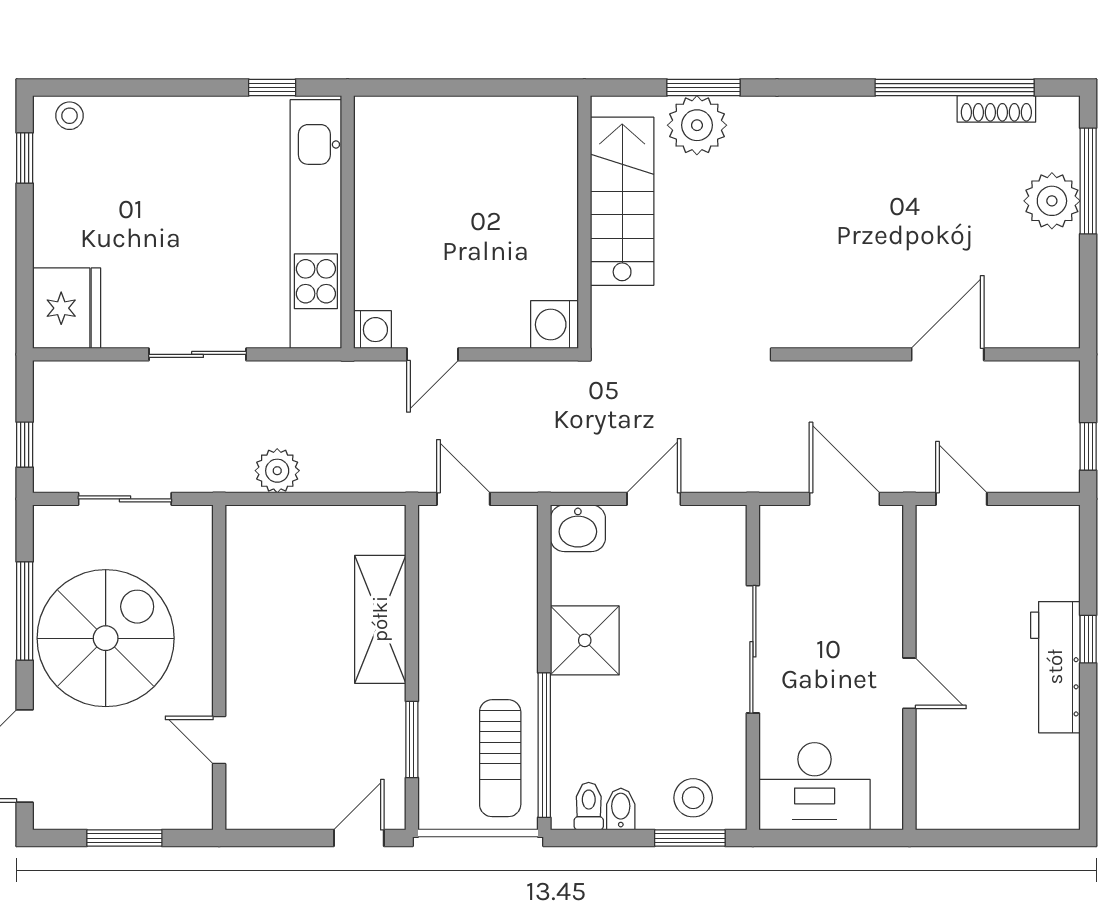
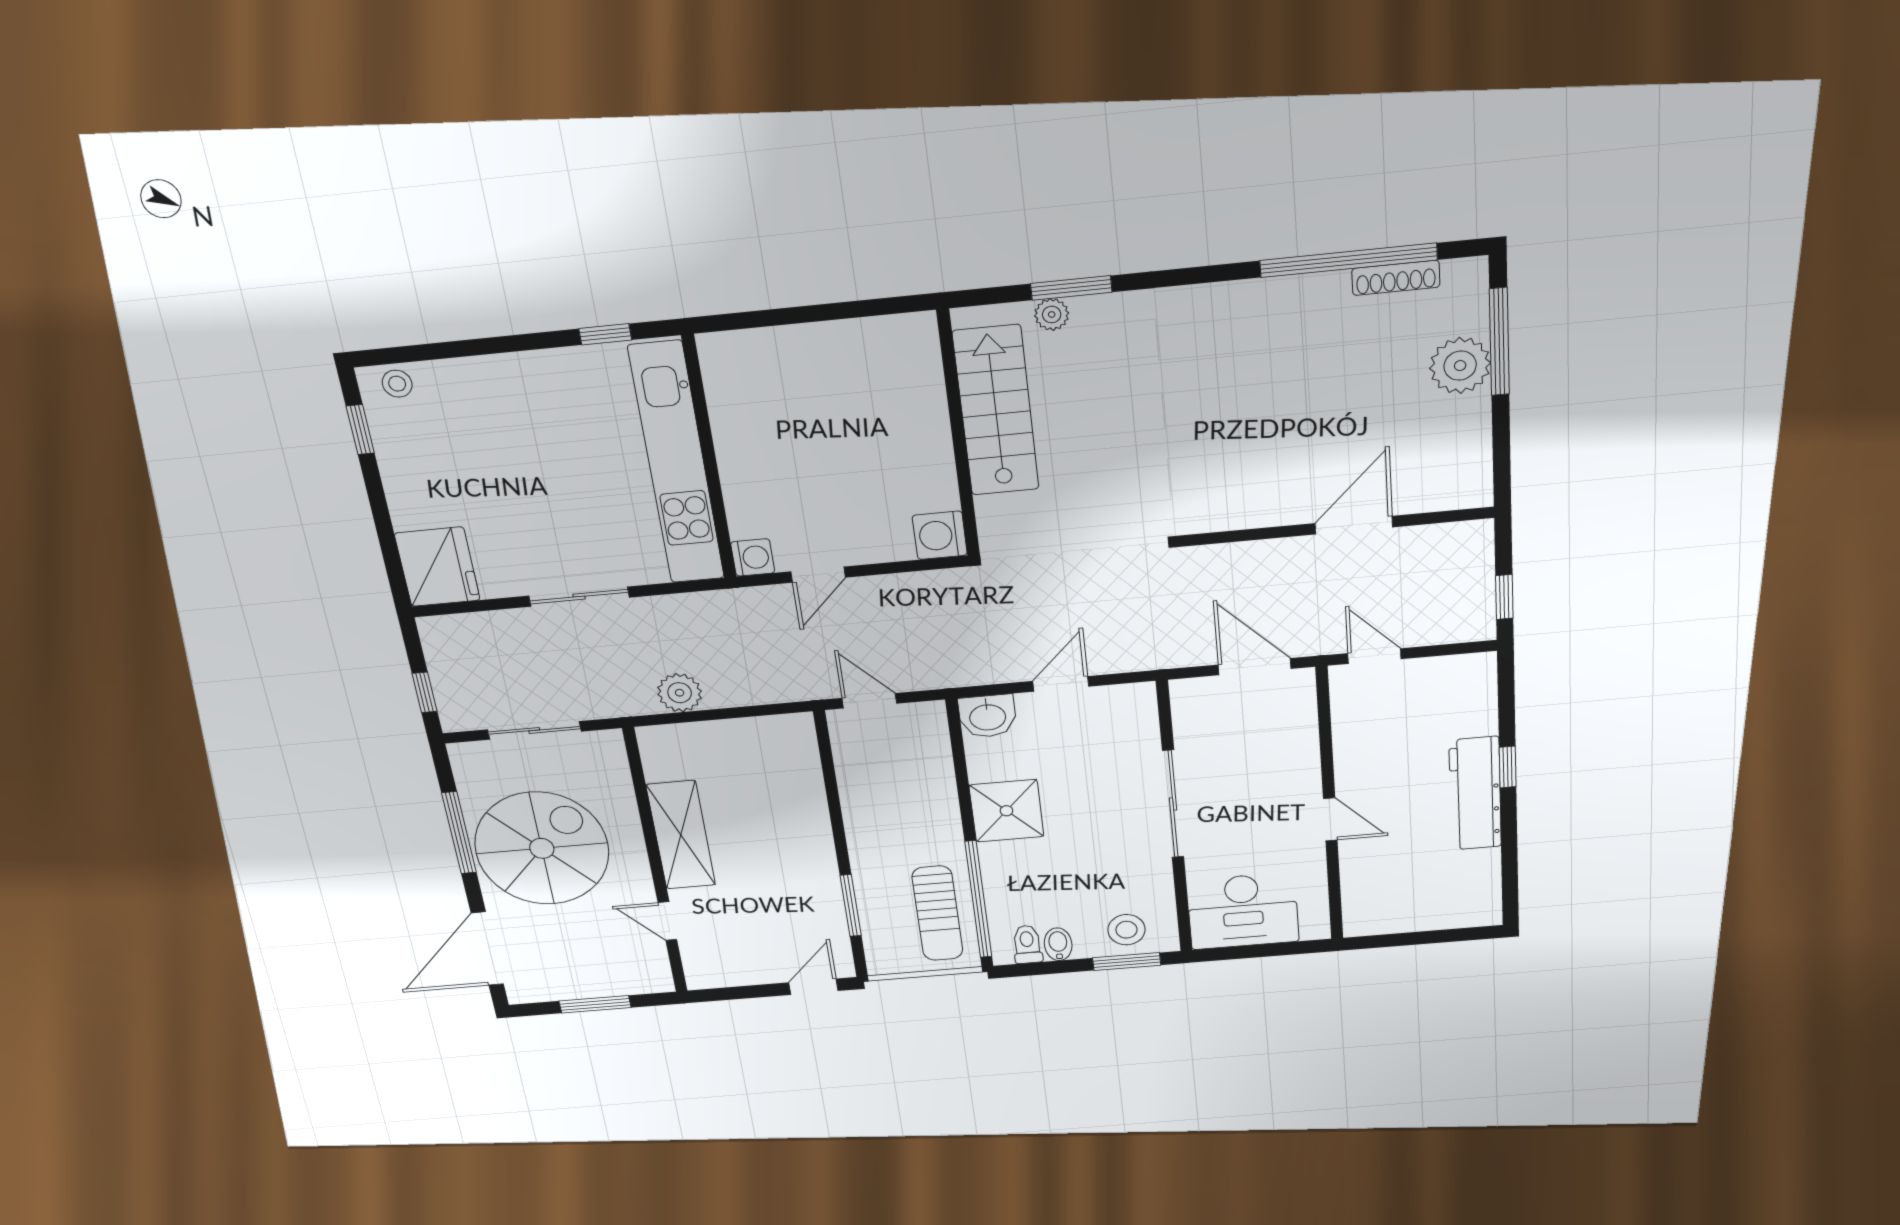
plant: (697, 125) -> (1052, 314), width x0.53, depth x0.53
shelving: (380, 619) -> (681, 835), moved

